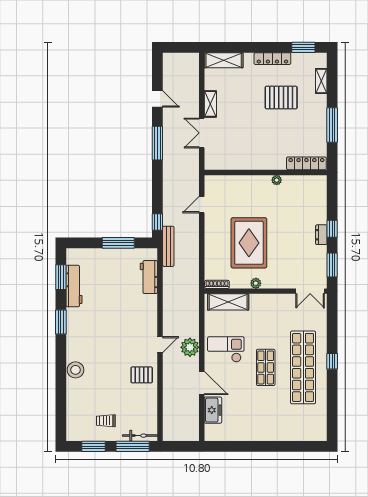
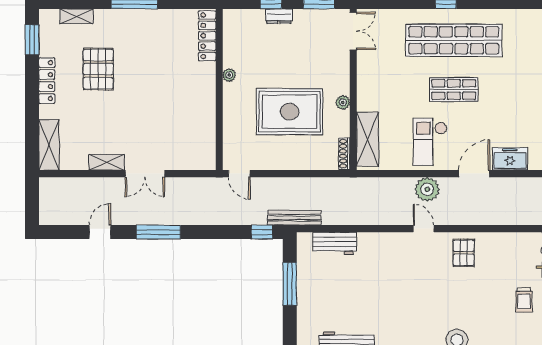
locker: (306, 163) -> (207, 36), moved
wall: (266, 172) -> (219, 90), moved
plant: (277, 180) -> (229, 75), moved

